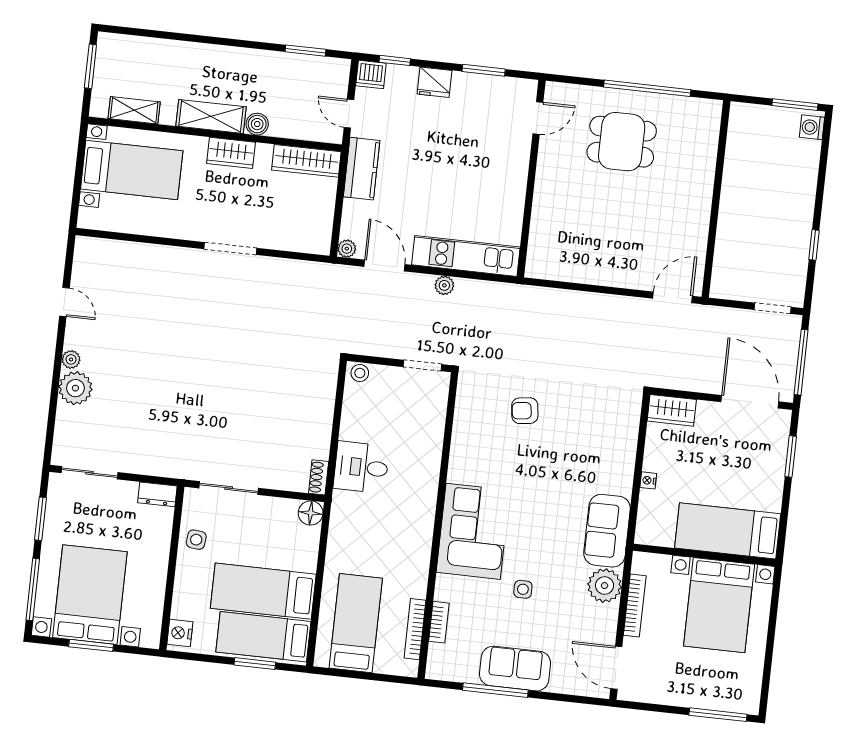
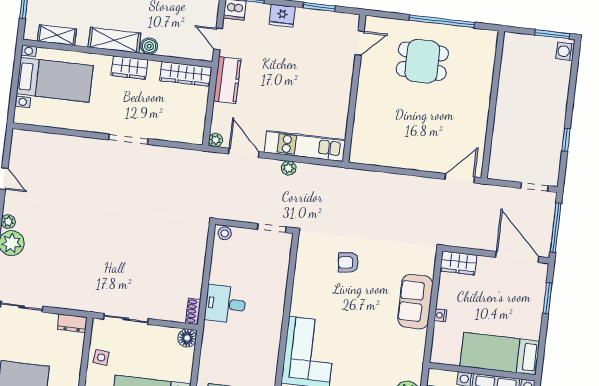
sofa: (607, 531) -> (415, 302), moved

